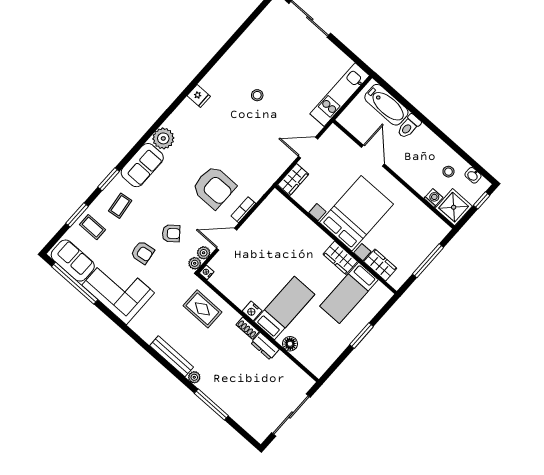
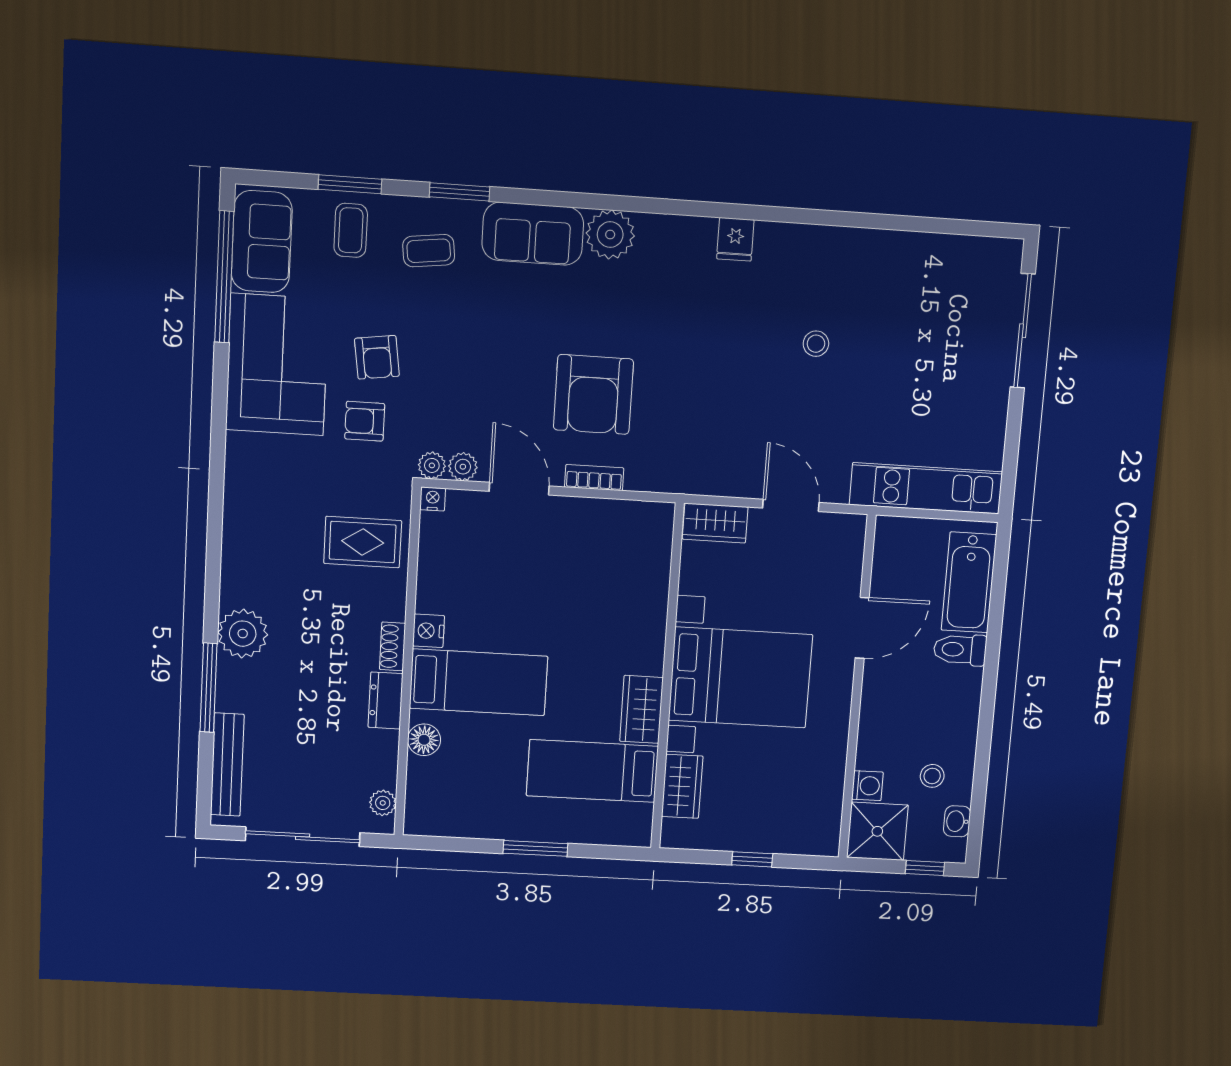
armchair: (171, 233) -> (365, 421), moved, turned 129
window: (428, 261) -> (752, 859), width x0.46
rug: (202, 309) -> (363, 542), turned 90
bench: (172, 356) -> (227, 765), moved
plant: (194, 377) -> (243, 634), width x1.87, depth x1.87
plant: (301, 377) -> (383, 803), added

